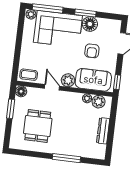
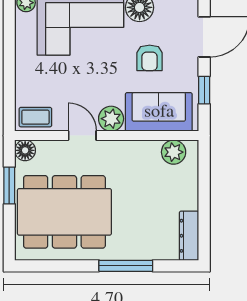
window: (117, 82) -> (204, 90), moved
plant: (87, 98) -> (151, 149), removed
dining table: (38, 126) -> (64, 212), width x1.88, depth x1.24
dresser: (103, 131) -> (189, 236), moved

